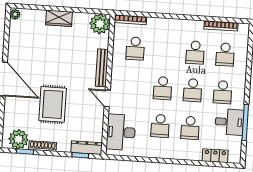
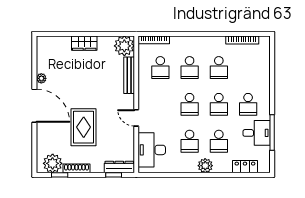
plant: (15, 14) -> (41, 78), moved
school desk: (225, 54) -> (190, 68), moved
bench: (102, 68) -> (129, 75), moved
plant: (175, 152) -> (205, 166), added

